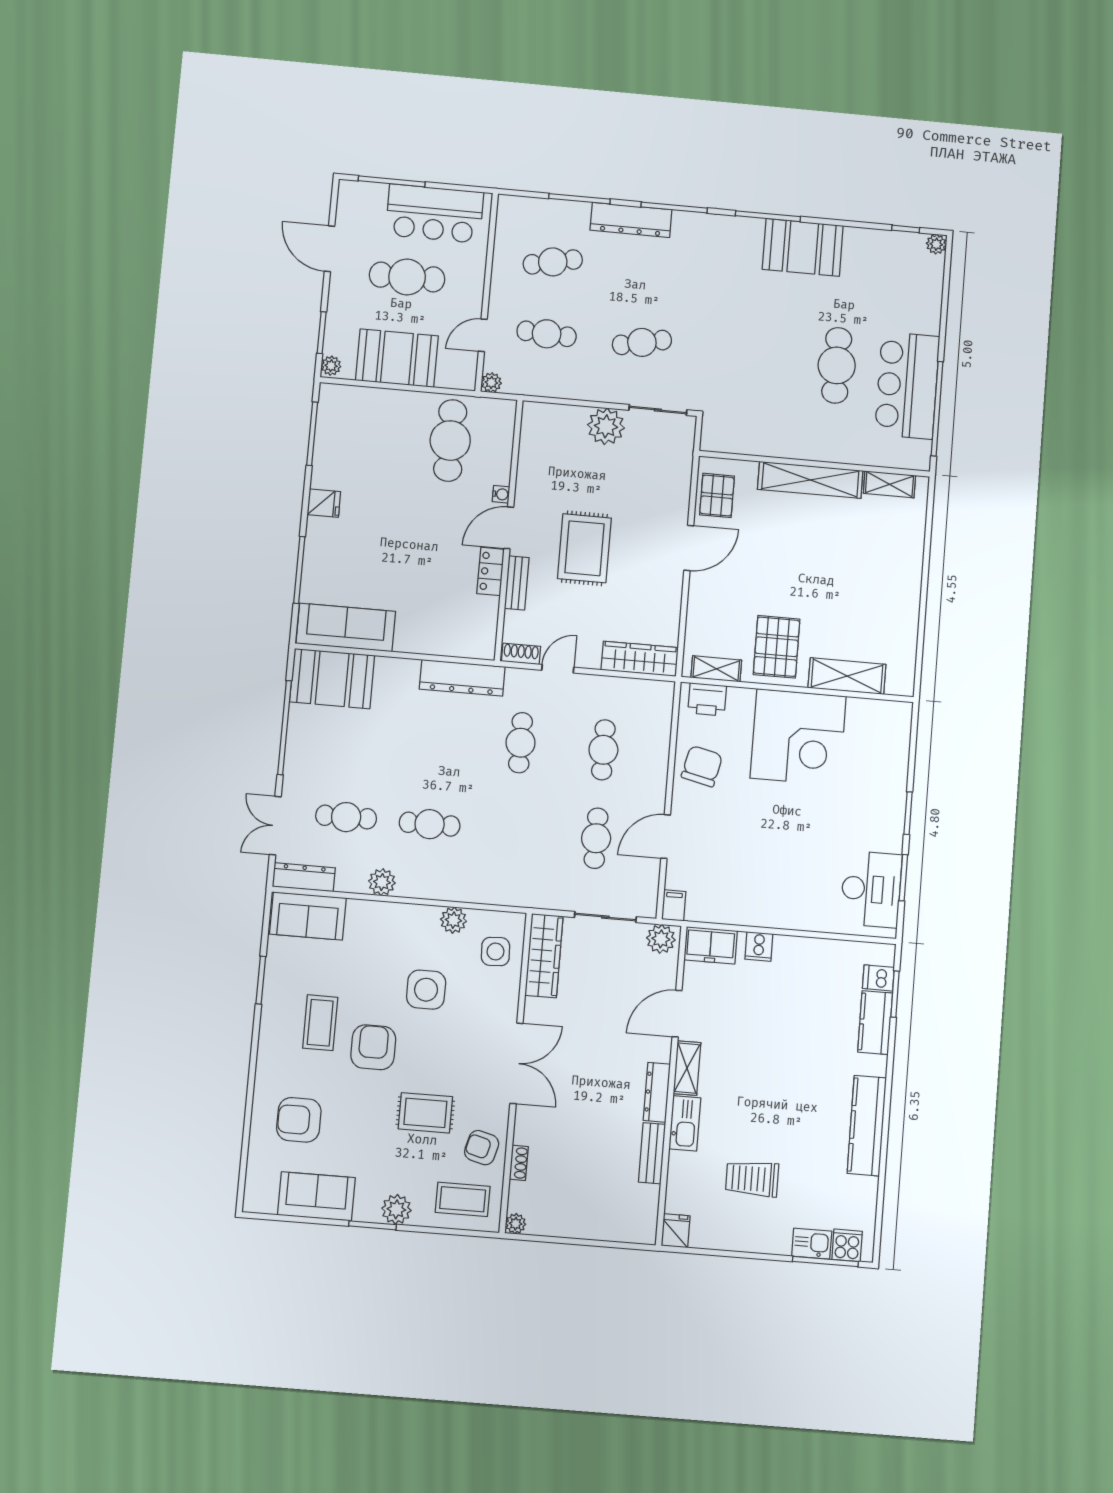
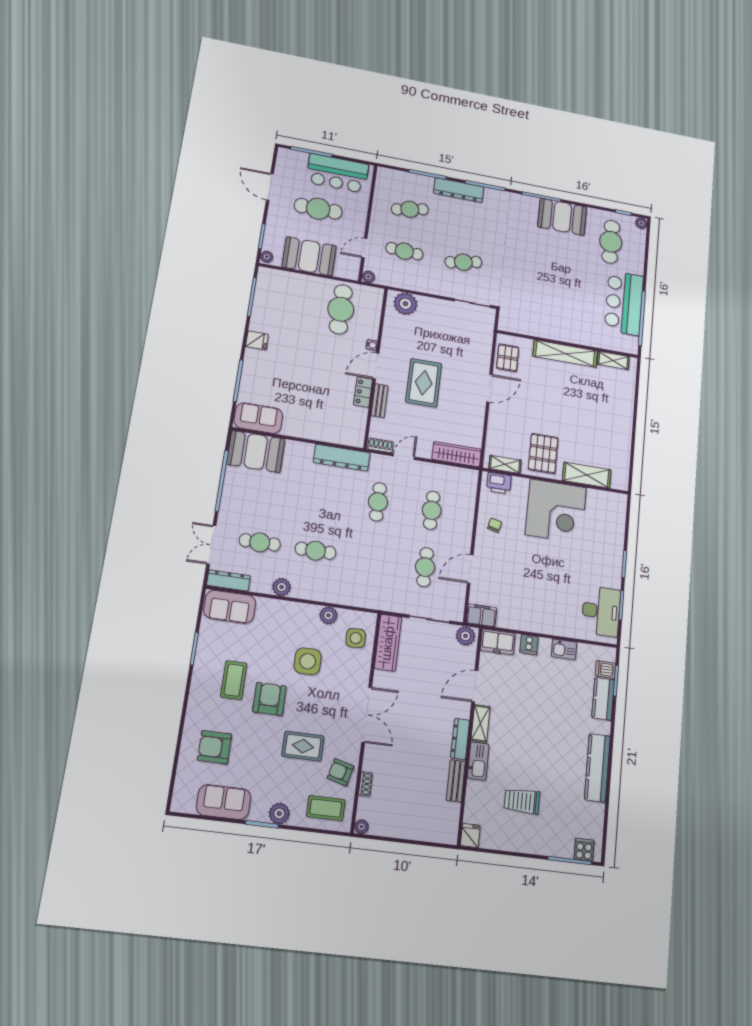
cafe table: (837, 365) -> (611, 242), moved
plant: (606, 426) -> (405, 304), moved
sofa: (346, 627) -> (258, 418), width x0.73
chair: (702, 766) -> (495, 525), width x0.54, depth x0.54
filing cabinet: (674, 905) -> (482, 615), width x2.00
kitchen sink: (812, 1244) -> (564, 649), moved, turned 180

